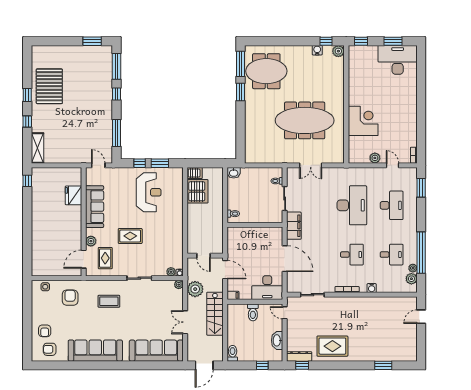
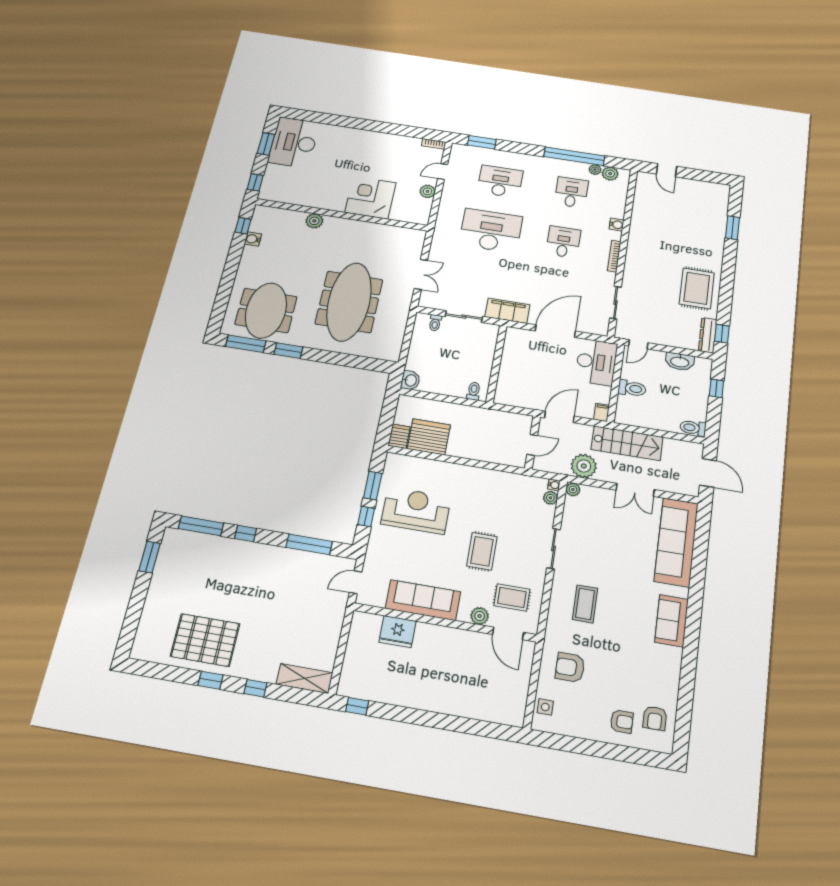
plant: (338, 51) -> (314, 221), moved
meeting table: (305, 120) -> (349, 302), moved
sofa: (95, 351) -> (672, 621), width x0.54, depth x0.79

